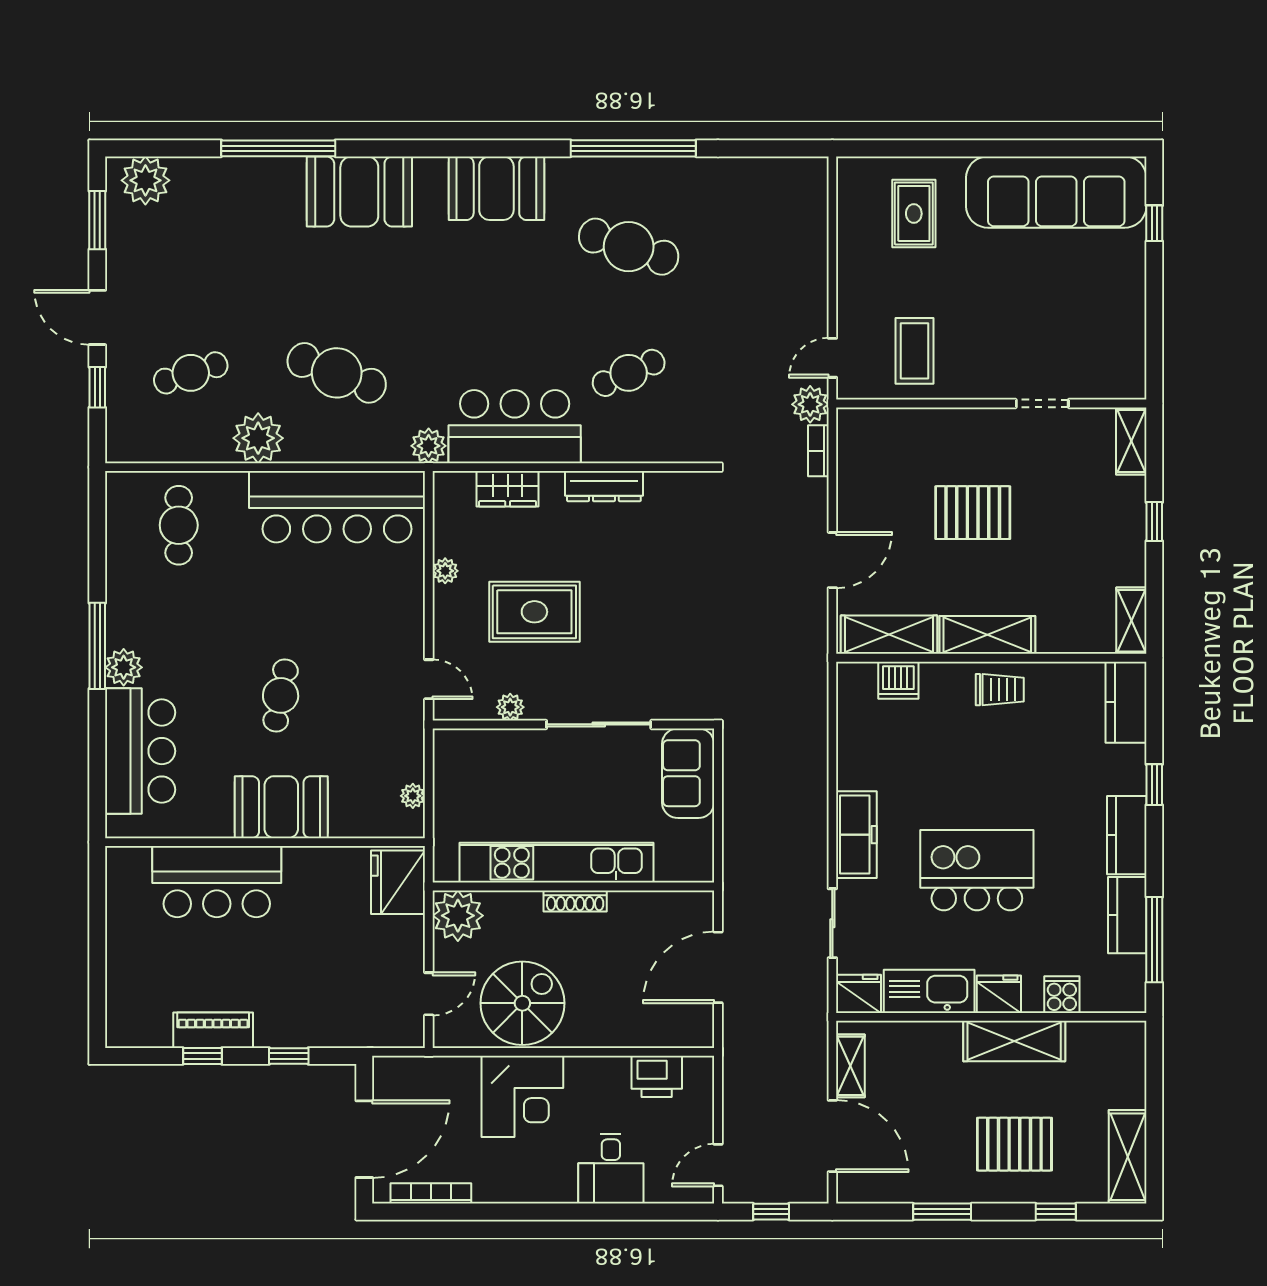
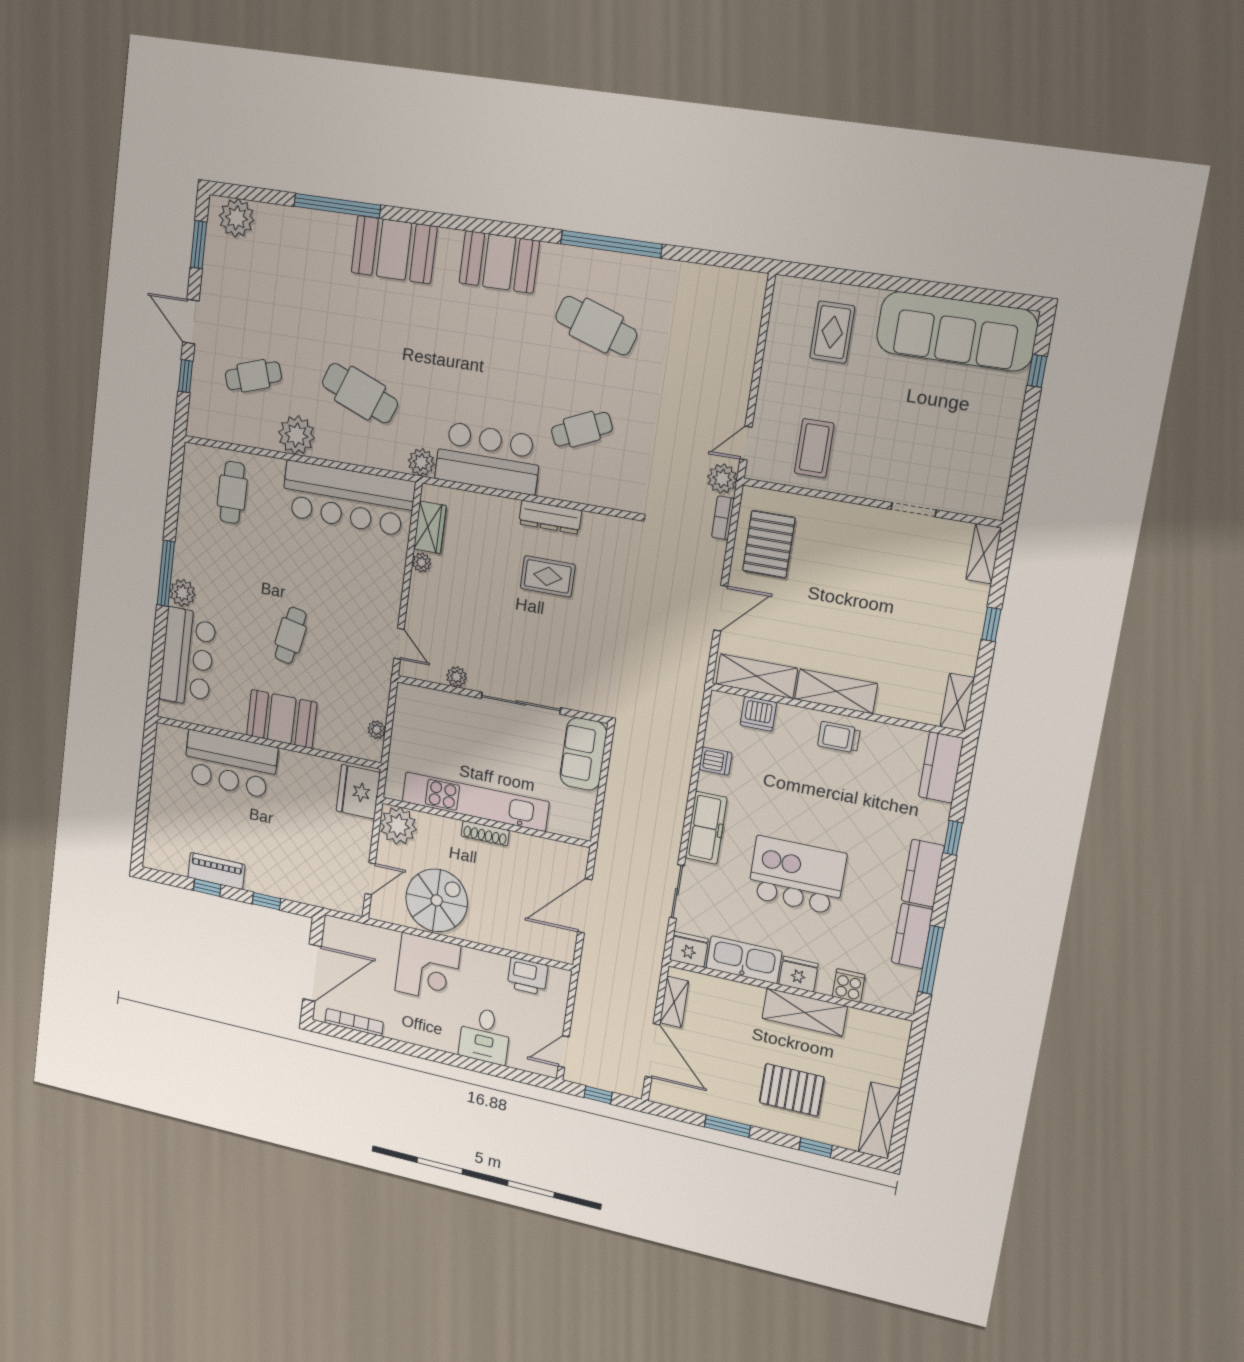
wardrobe: (508, 489) -> (430, 527), moved, turned -90
pallet: (973, 513) -> (769, 544), moved, turned 90
rug: (534, 612) -> (548, 576), moved, width x0.73, depth x0.70
trolley: (1000, 690) -> (839, 737), turned 180
dishwasher: (855, 749) -> (715, 761), added

